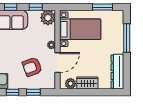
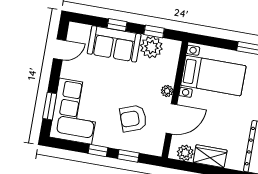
plant: (48, 18) -> (151, 47), moved

